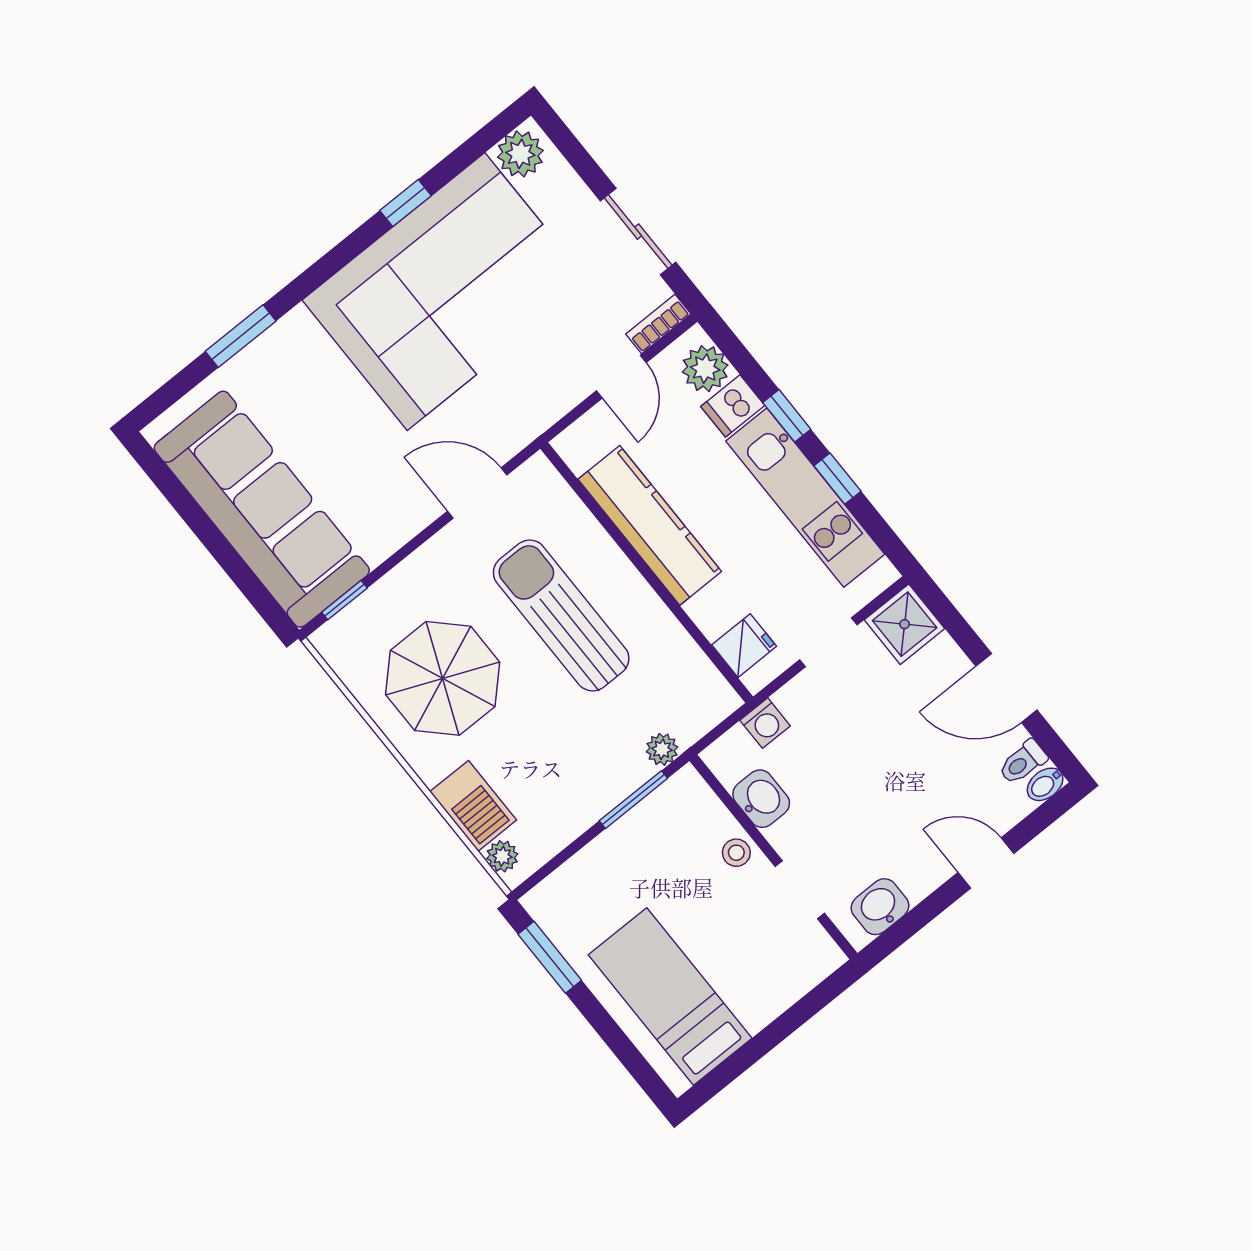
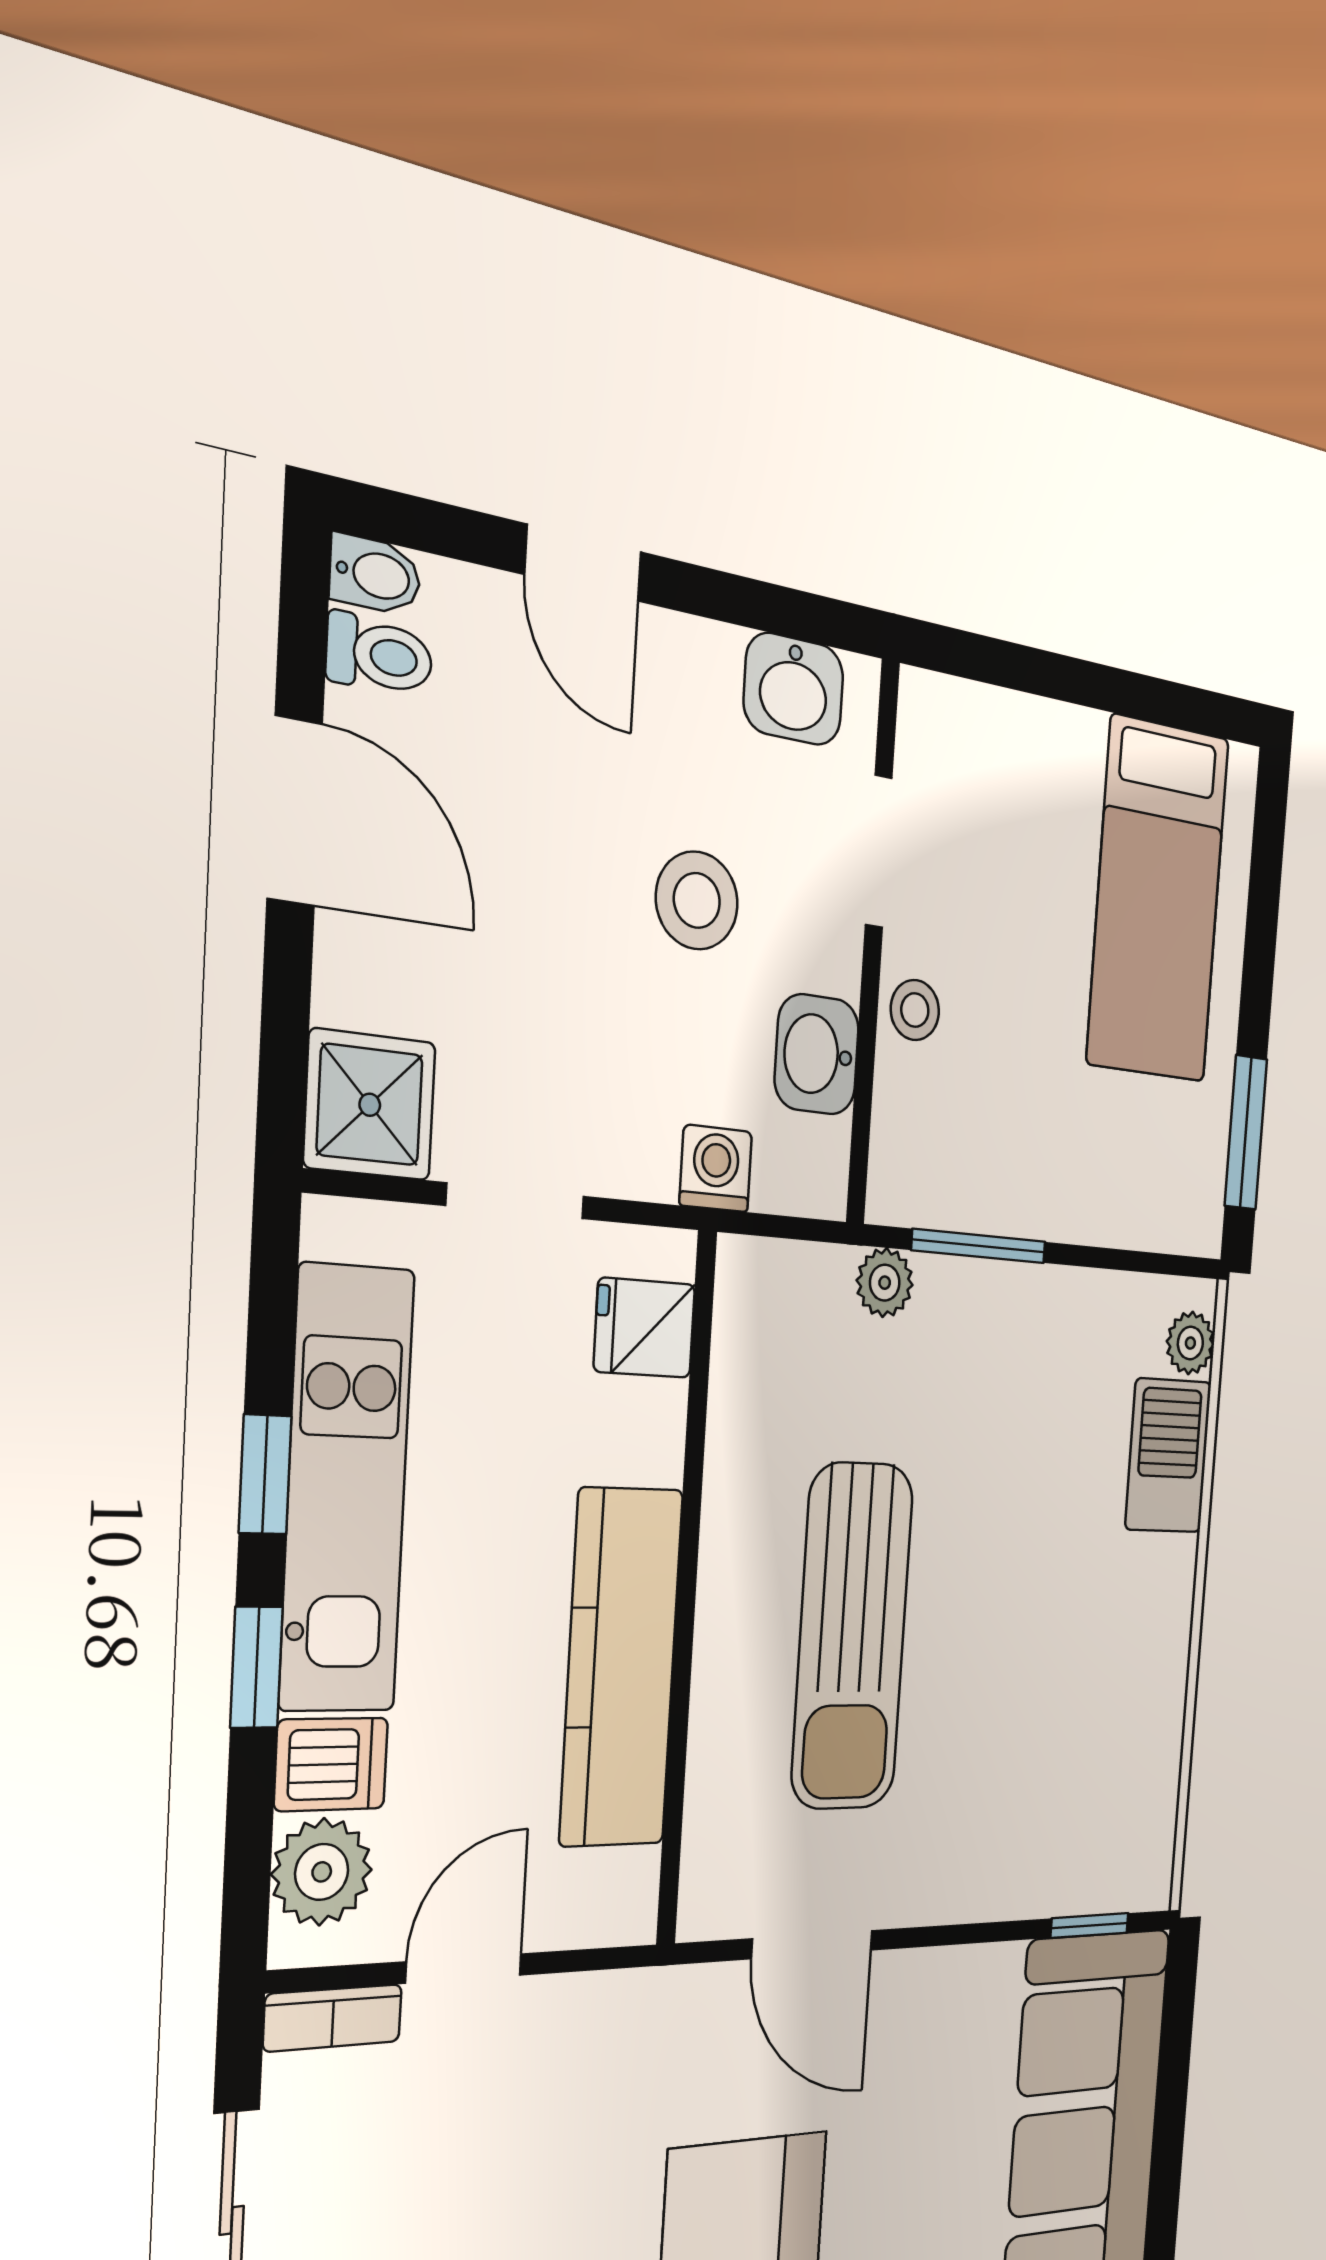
parasol: (443, 678) -> (1065, 1687), removed
stool: (852, 802) -> (697, 900), added

